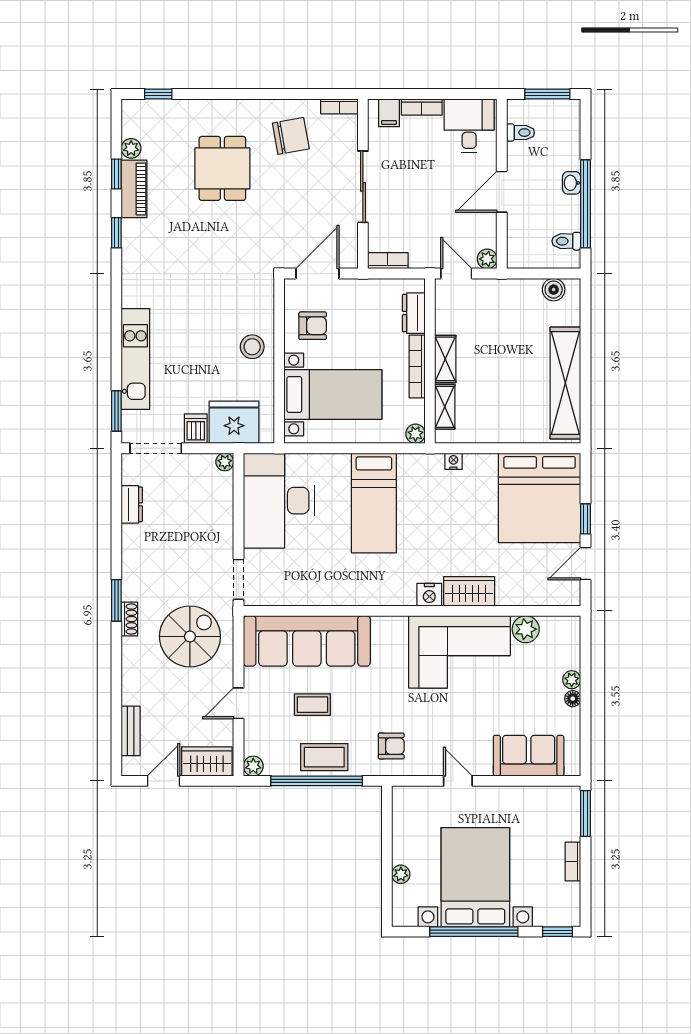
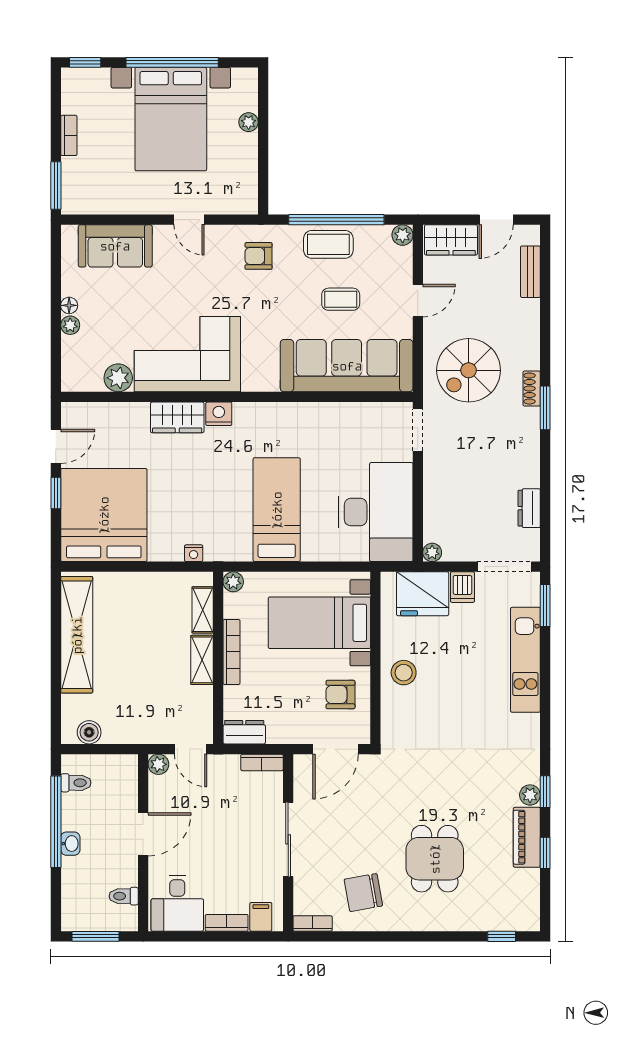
plant: (131, 148) -> (530, 795), moved
dresser: (414, 313) -> (244, 732), moved, turned -90

